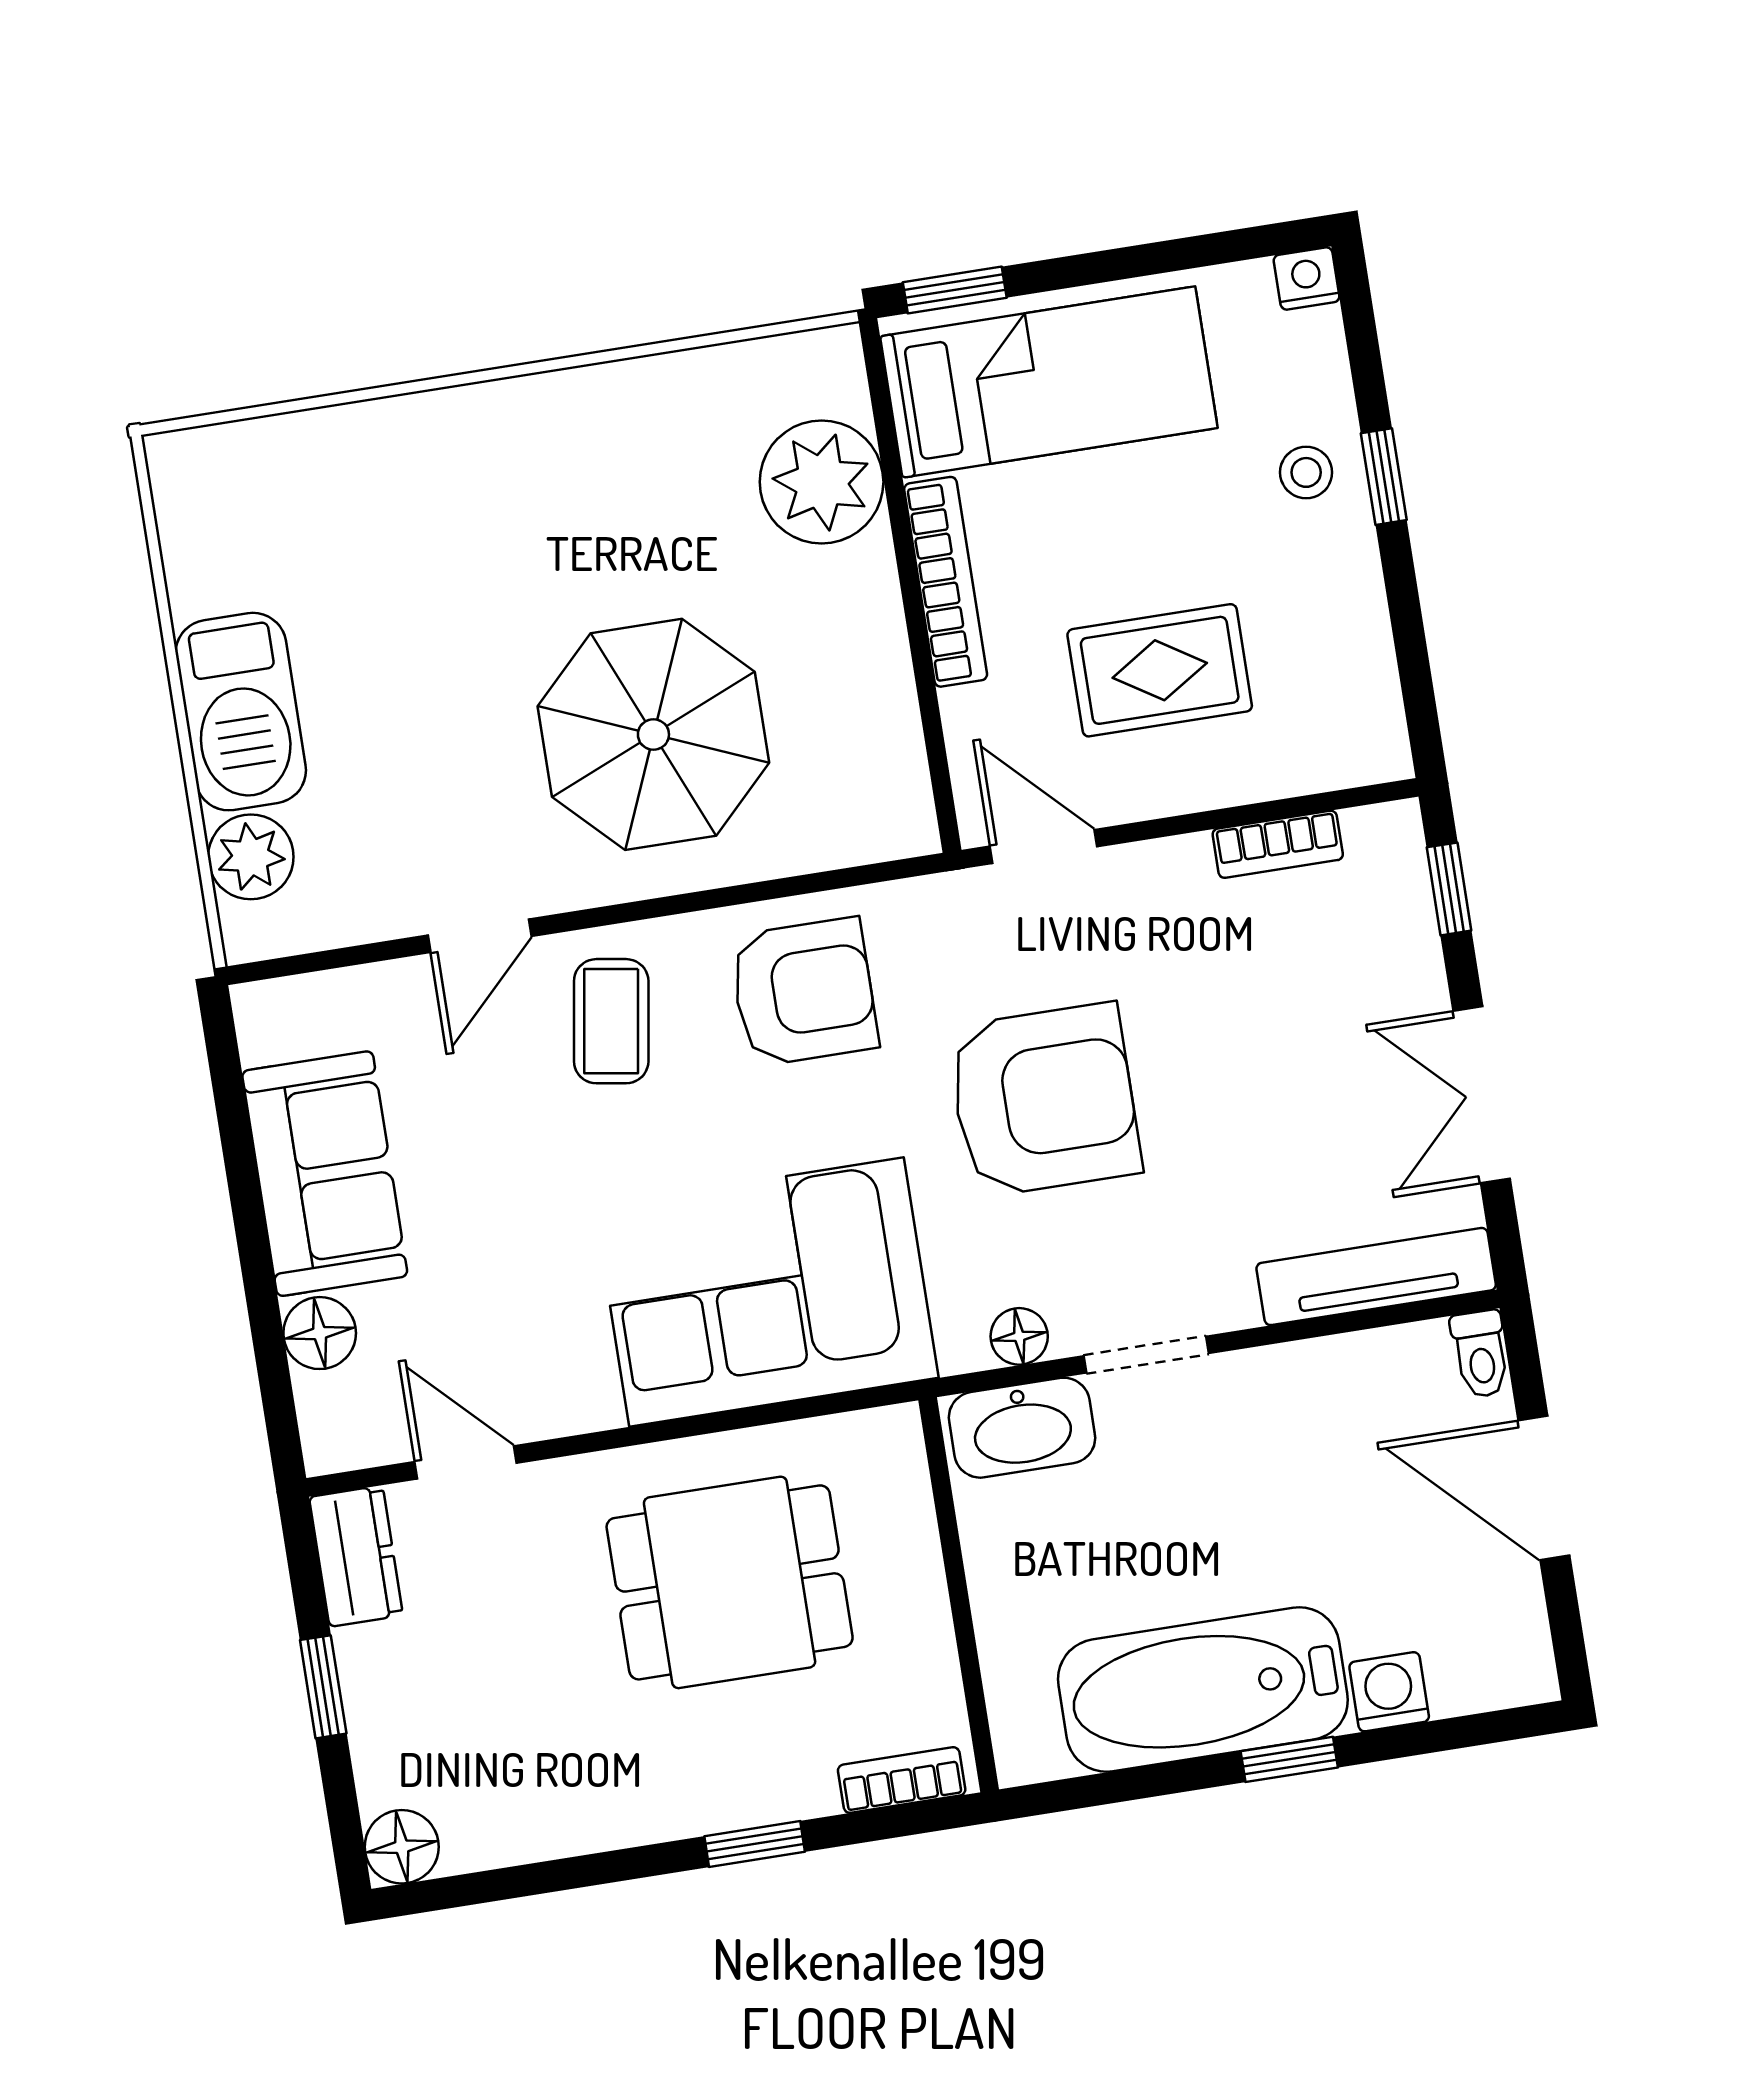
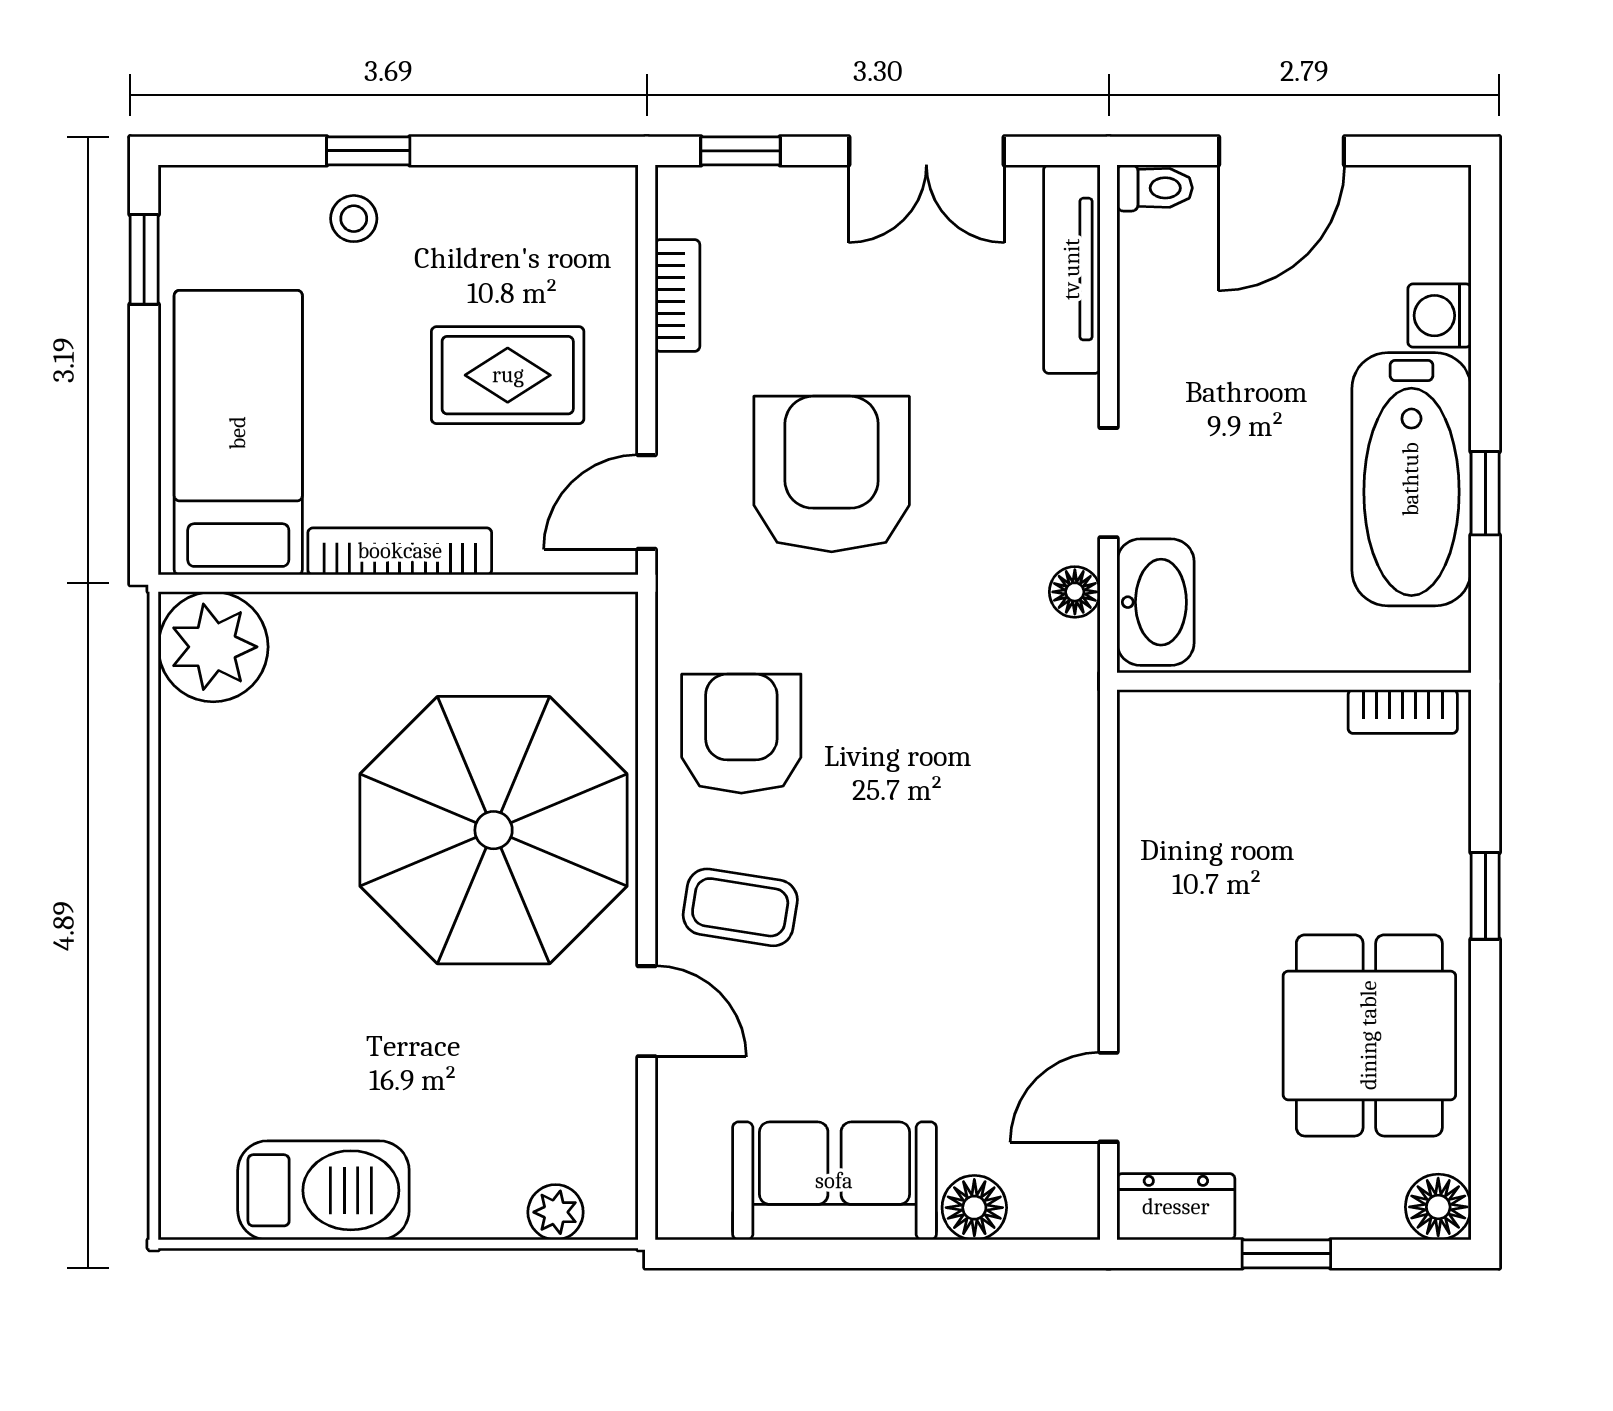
nightstand: (1307, 278) -> (183, 191), removed
window: (955, 290) -> (144, 259), moved
plant: (822, 482) -> (213, 647), moved
rug: (1160, 670) -> (508, 375), turned 90
barbecue: (241, 712) -> (323, 1190), moved
parasol: (653, 734) -> (494, 830), width x1.36, depth x1.36
plant: (251, 857) -> (556, 1212), width x0.73, depth x0.73
armchair: (1044, 1100) -> (832, 474), moved
corner sofa: (767, 1292) -> (1000, 808), removed
dining table: (730, 1582) -> (1369, 1035), moved
window: (1289, 1759) -> (1485, 493), moved
bookcase: (902, 1780) -> (1403, 712), moved, turned -90

